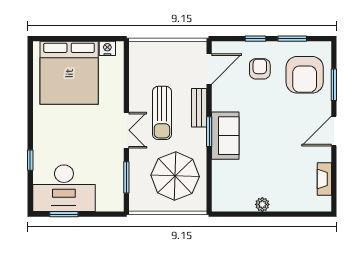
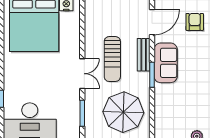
sofa: (225, 136) -> (166, 63), moved

